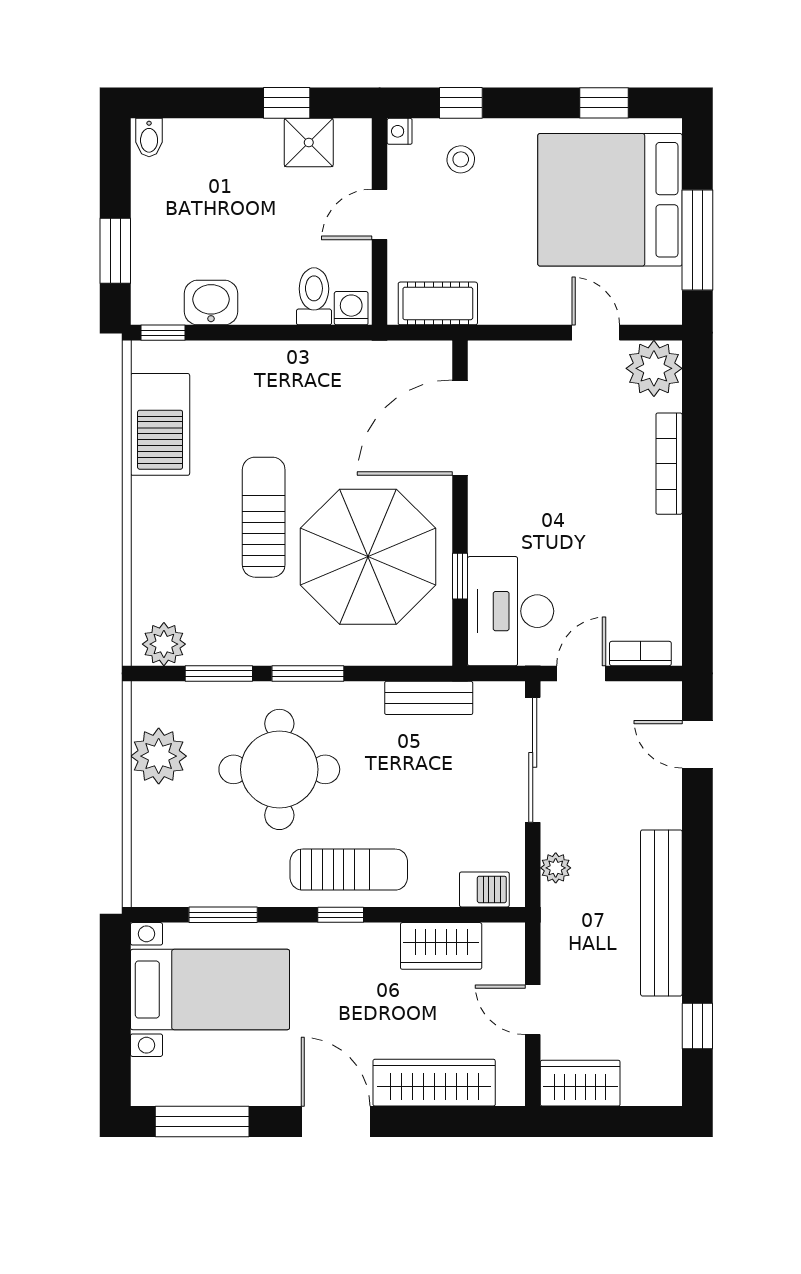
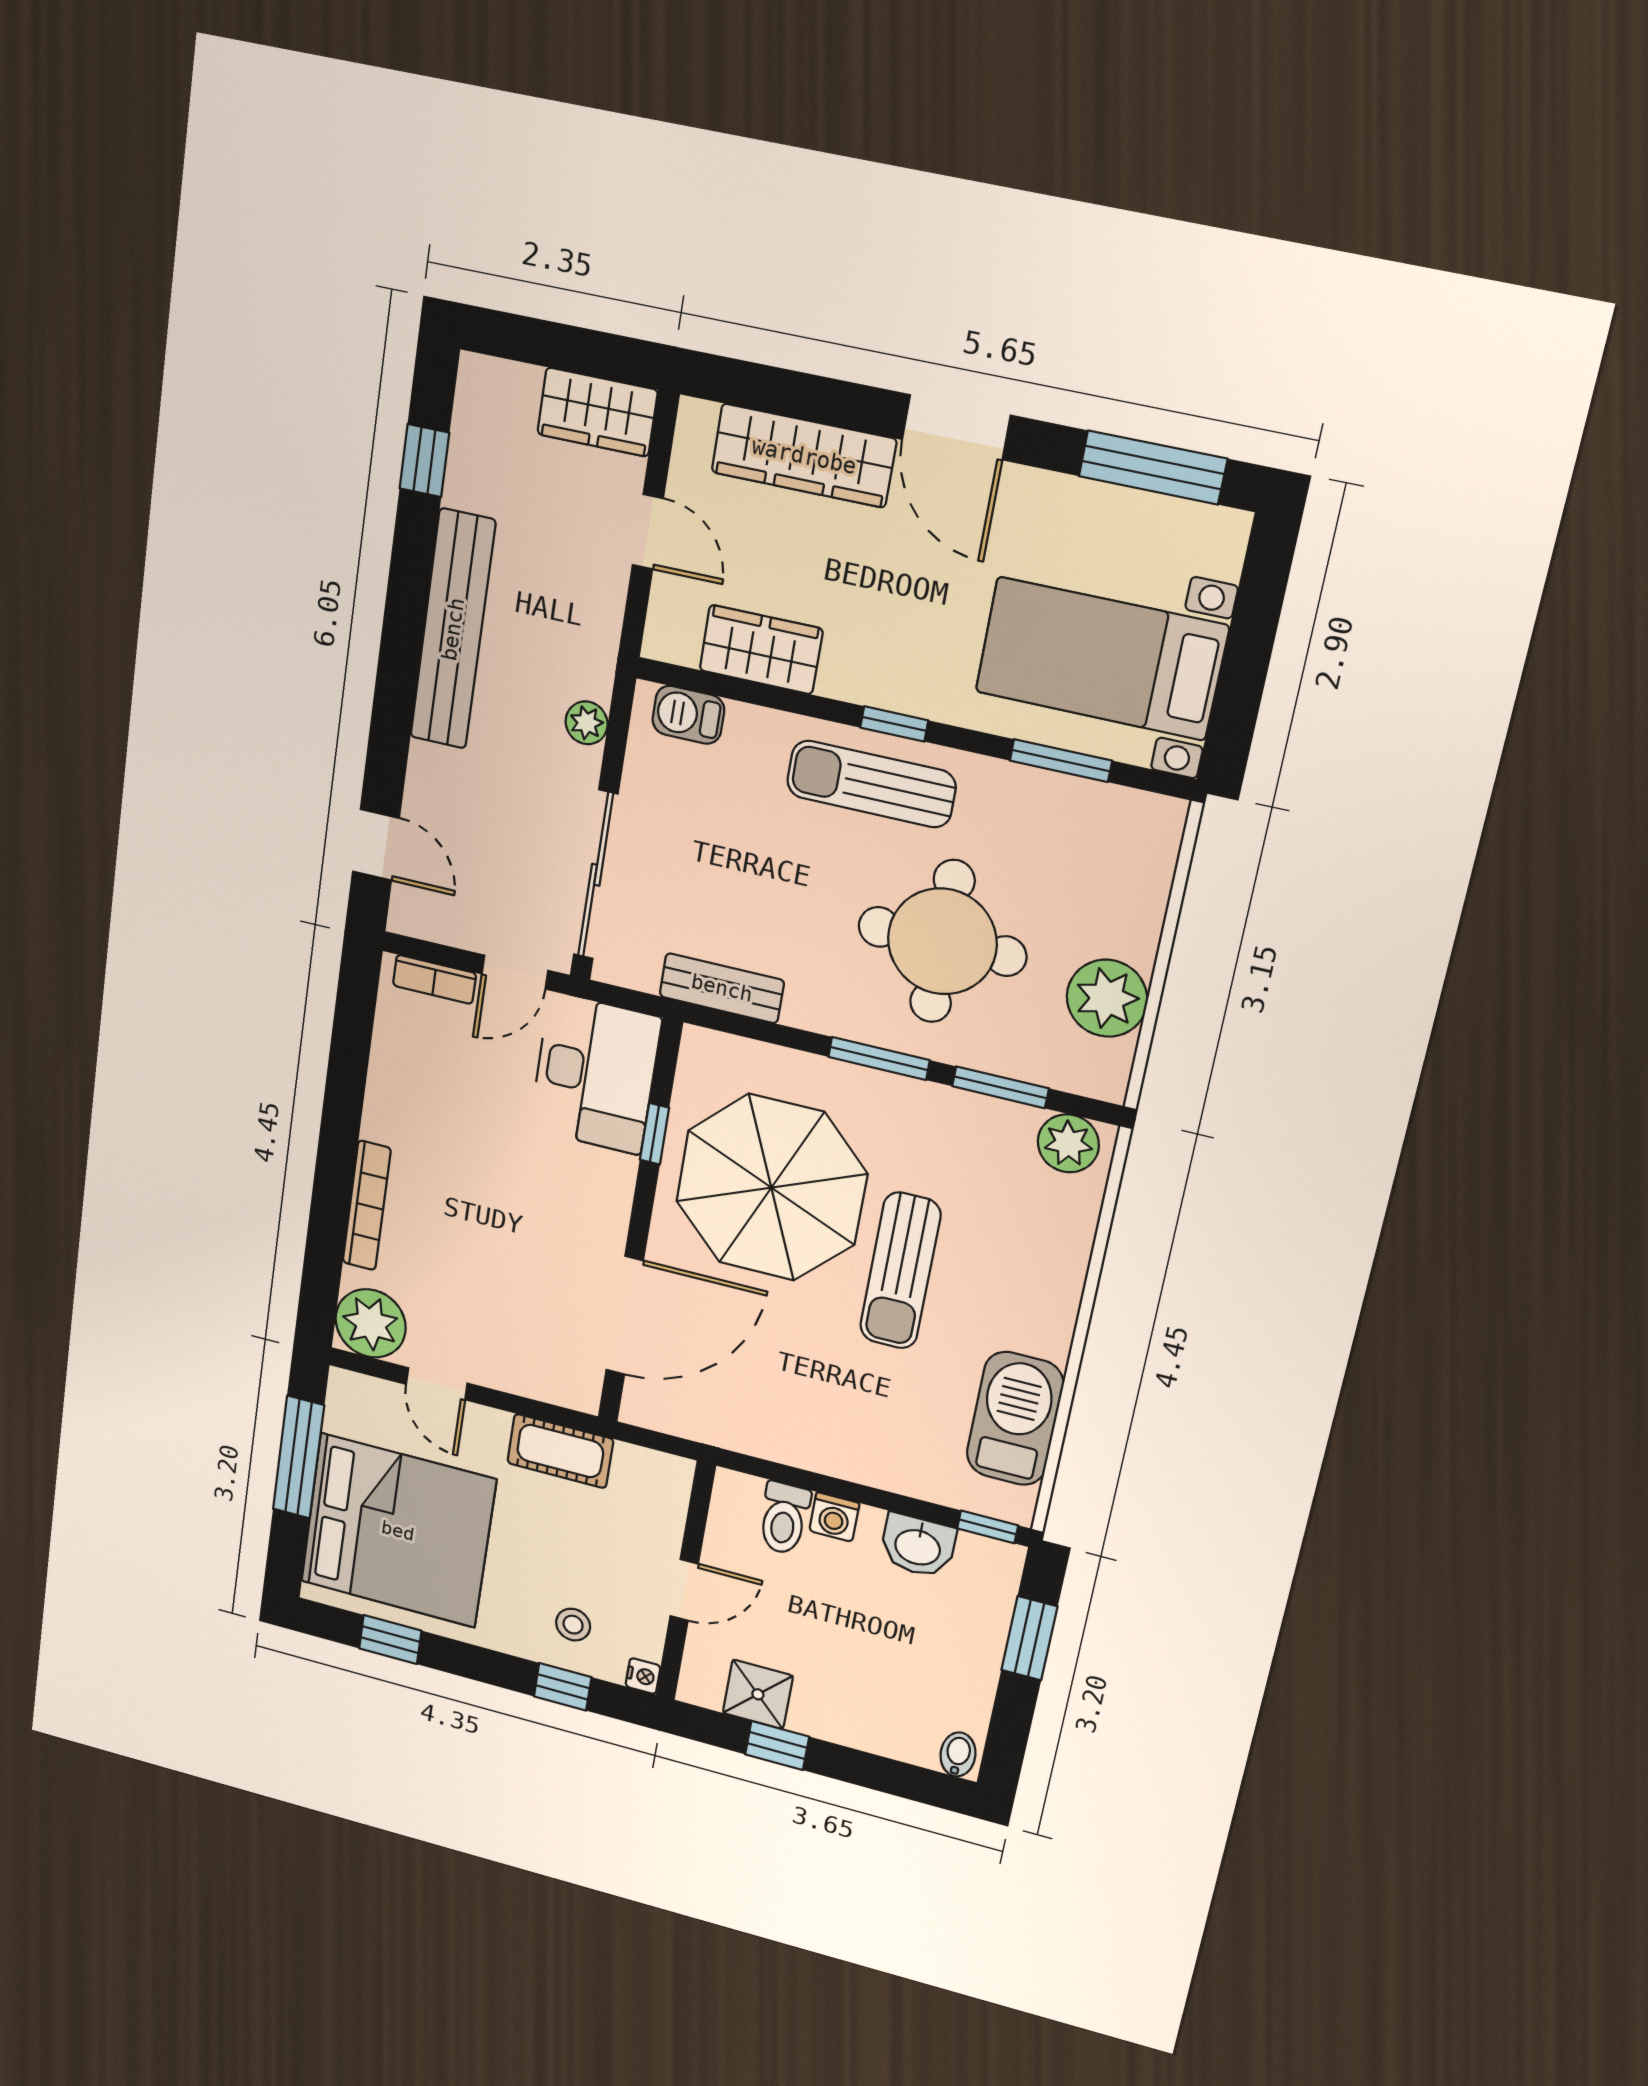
cot: (438, 303) -> (560, 1451), moved
washing machine: (351, 308) -> (834, 1517), moved

